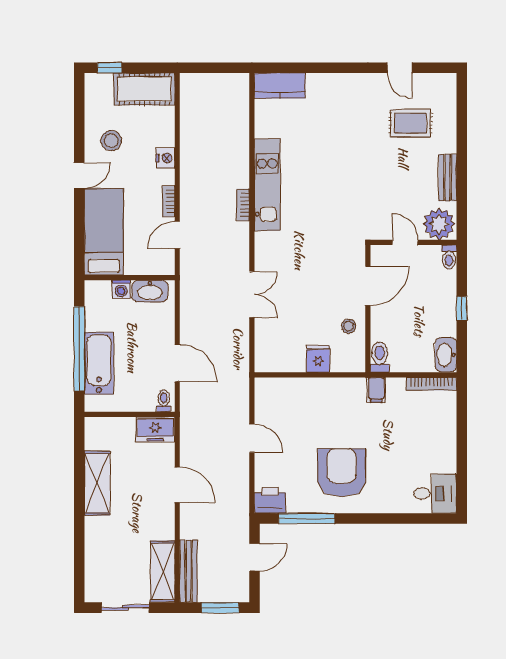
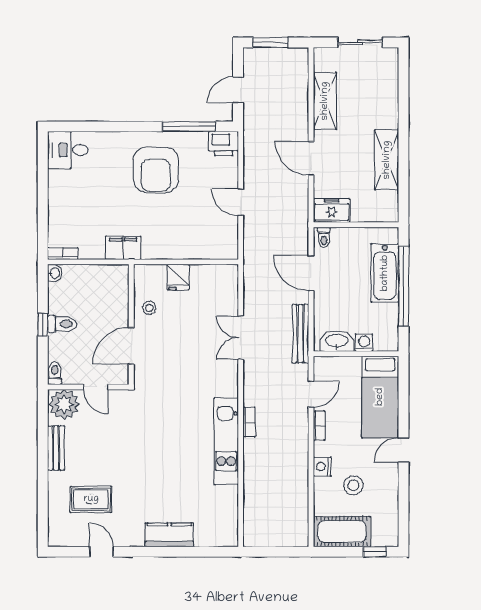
kitchen counter: (280, 86) -> (169, 535), moved
stool: (111, 141) -> (353, 485), moved
washbasin: (446, 355) -> (55, 273), width x0.52, depth x0.69
toilet: (380, 357) -> (62, 324), moved, turned -90
bookcase: (431, 384) -> (63, 253), width x0.64
filing cabinet: (376, 390) -> (123, 248), width x2.00
shelving: (163, 571) -> (325, 101), moved
bench: (188, 571) -> (300, 334), moved

